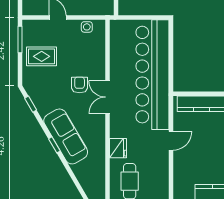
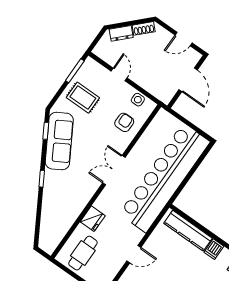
armchair: (80, 85) -> (124, 122), moved
sofa: (66, 136) -> (59, 141), moved
door: (171, 141) -> (134, 254), moved

